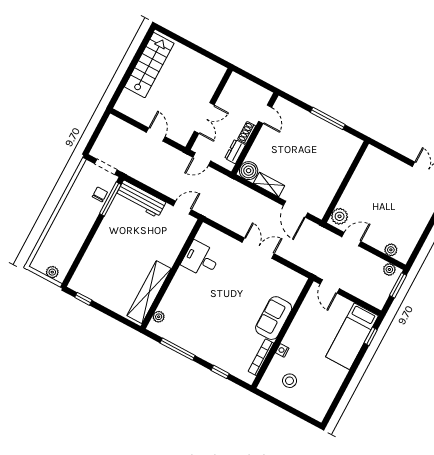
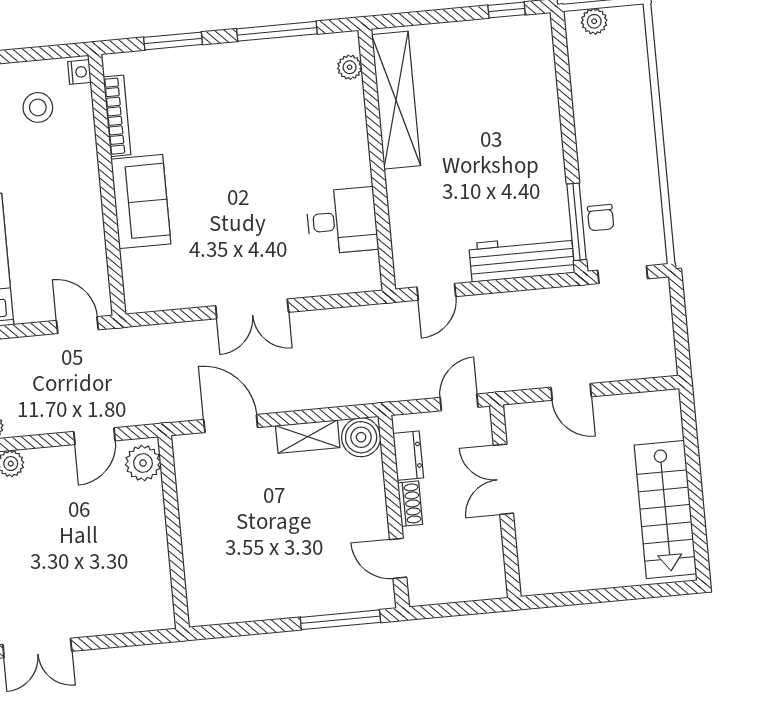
window: (328, 118) -> (340, 620), moved
nightstand: (282, 350) -> (79, 72), moved
window: (220, 372) -> (173, 41), width x1.50

